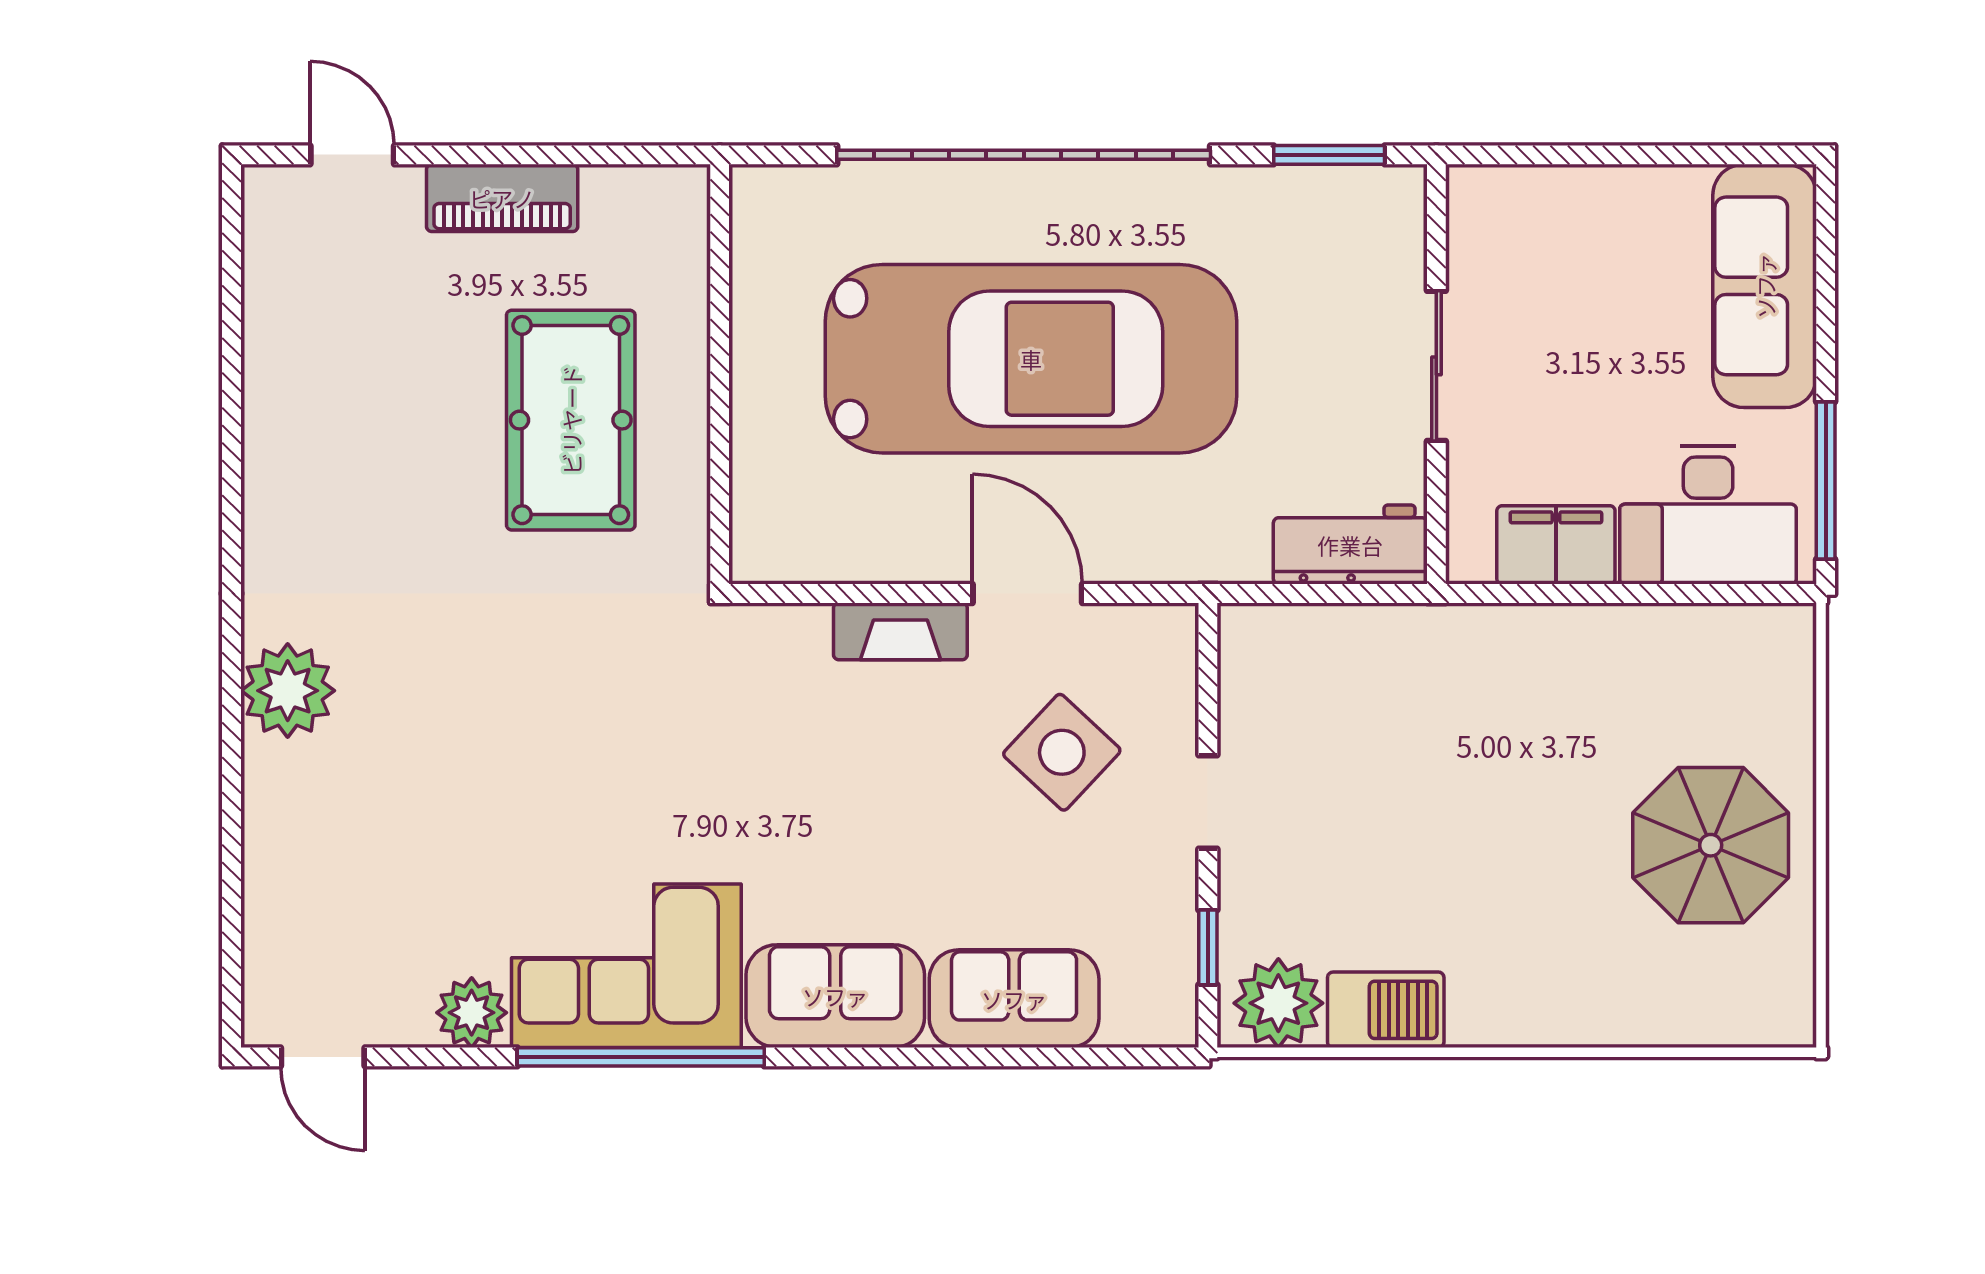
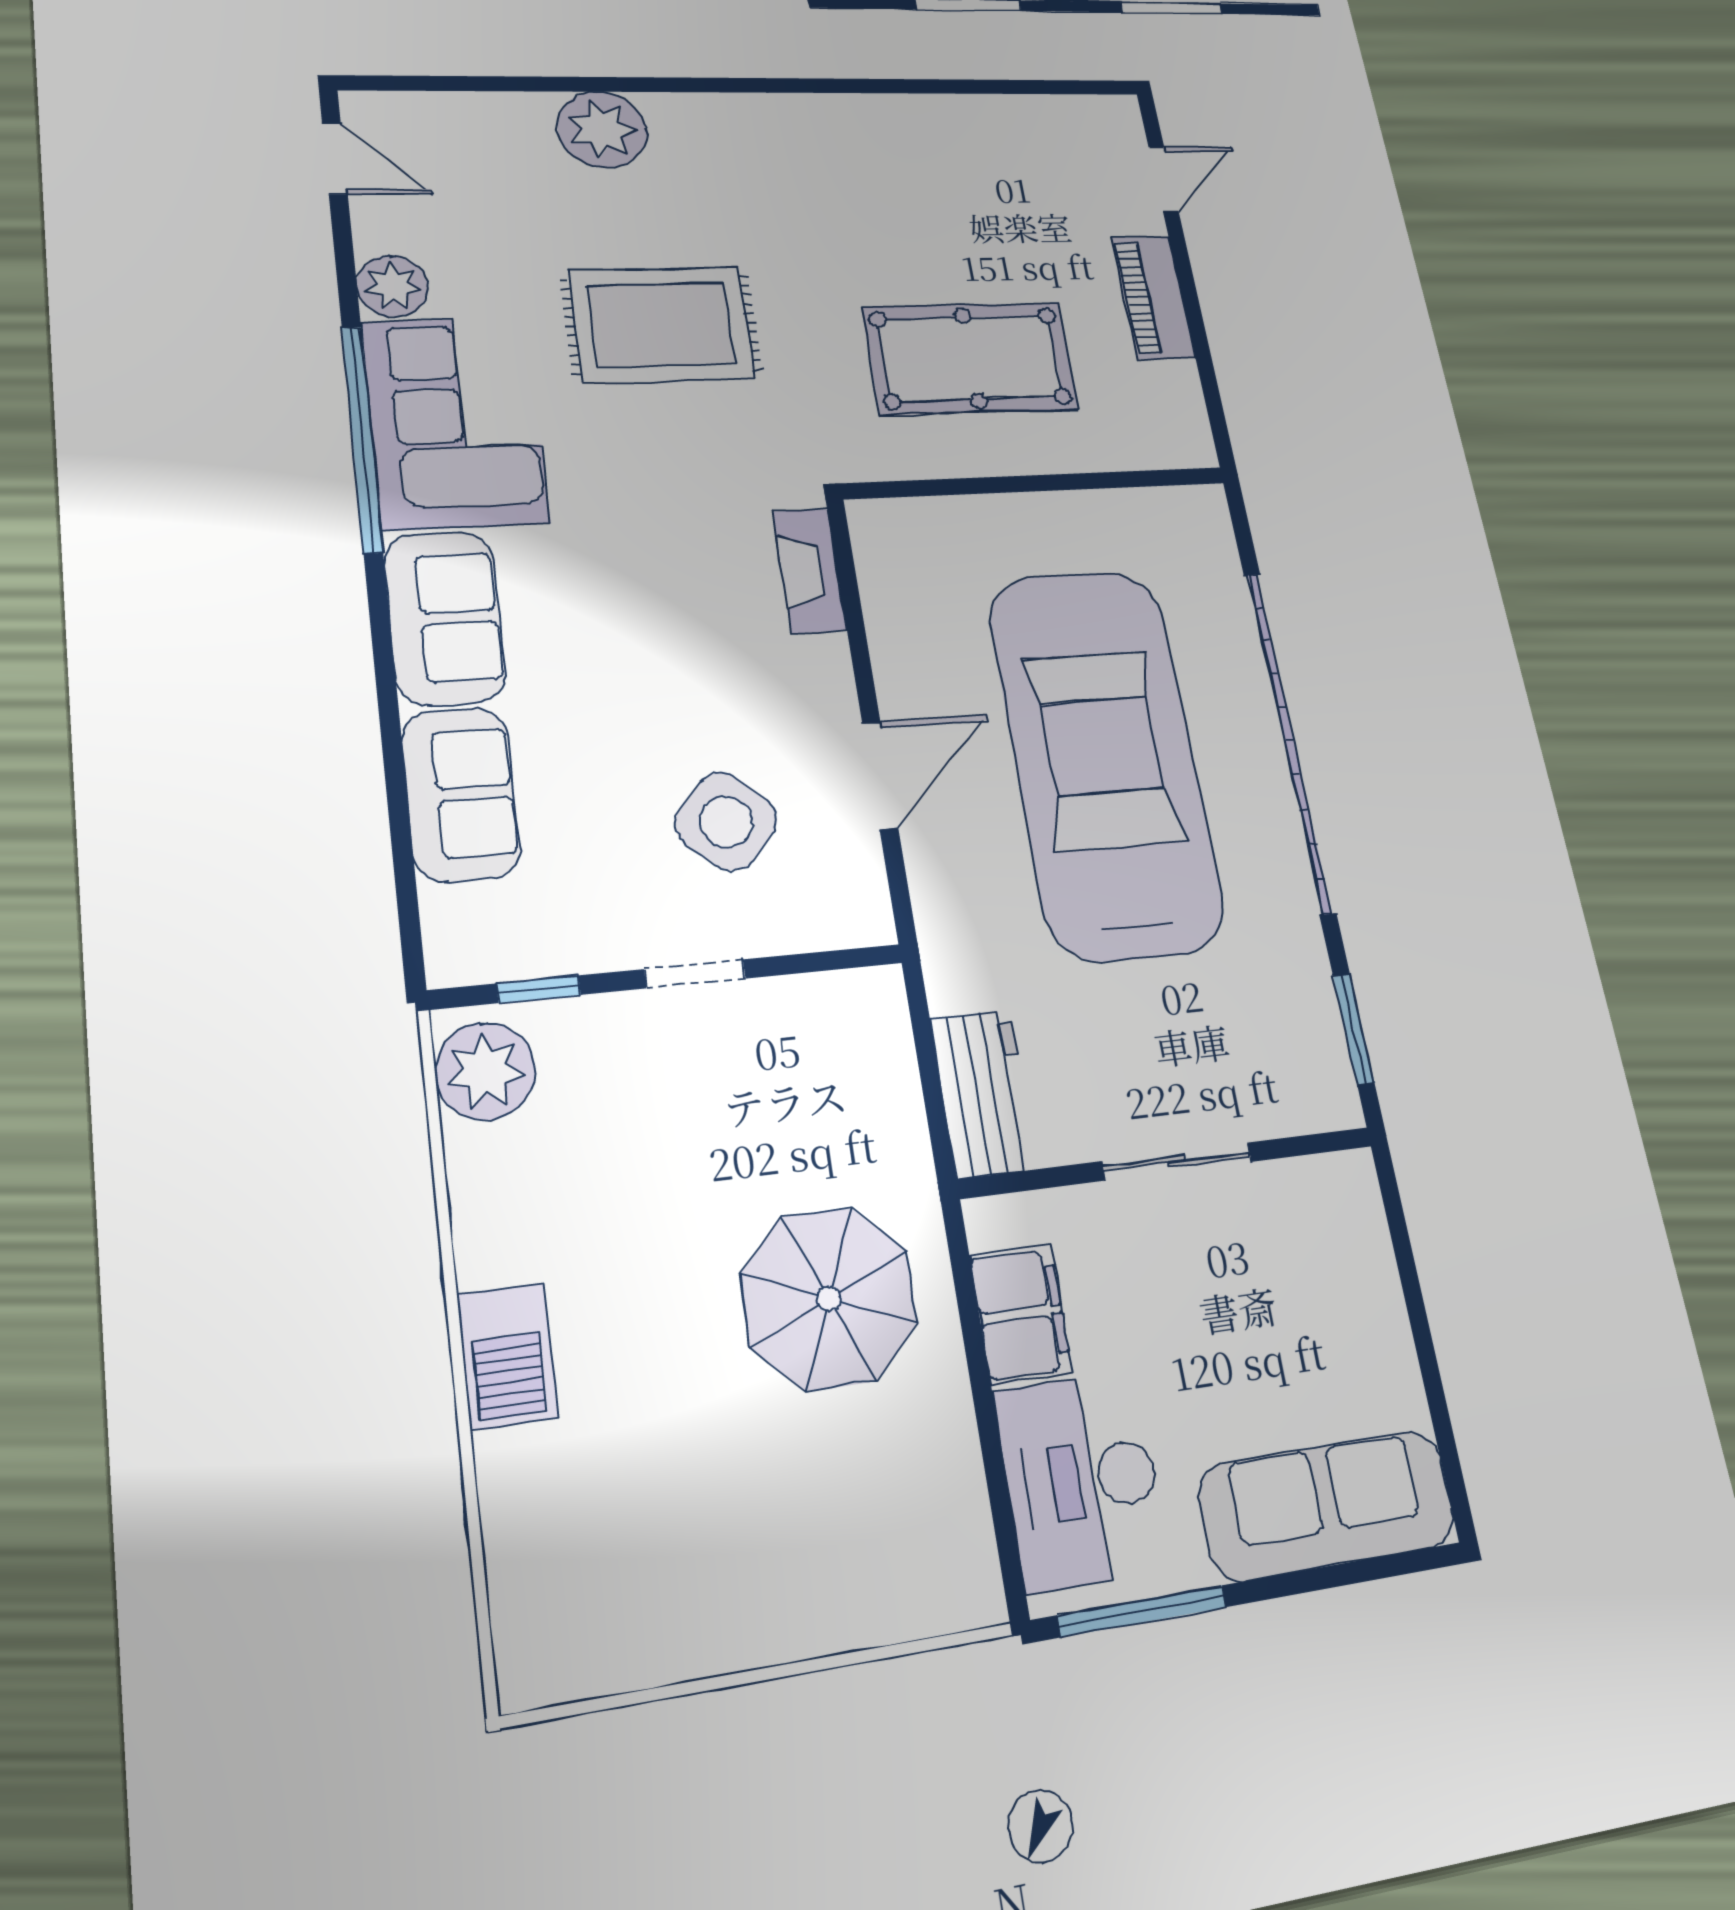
car: (1031, 359) -> (1105, 762), turned 180
fireplace: (900, 631) -> (810, 571), moved
plant: (288, 691) -> (602, 130), moved
rug: (522, 746) -> (662, 325), added
parasol: (1711, 845) -> (829, 1298), moved
barbecue: (1386, 1010) -> (508, 1356), moved
door: (323, 1057) -> (335, 159), swing flipped

